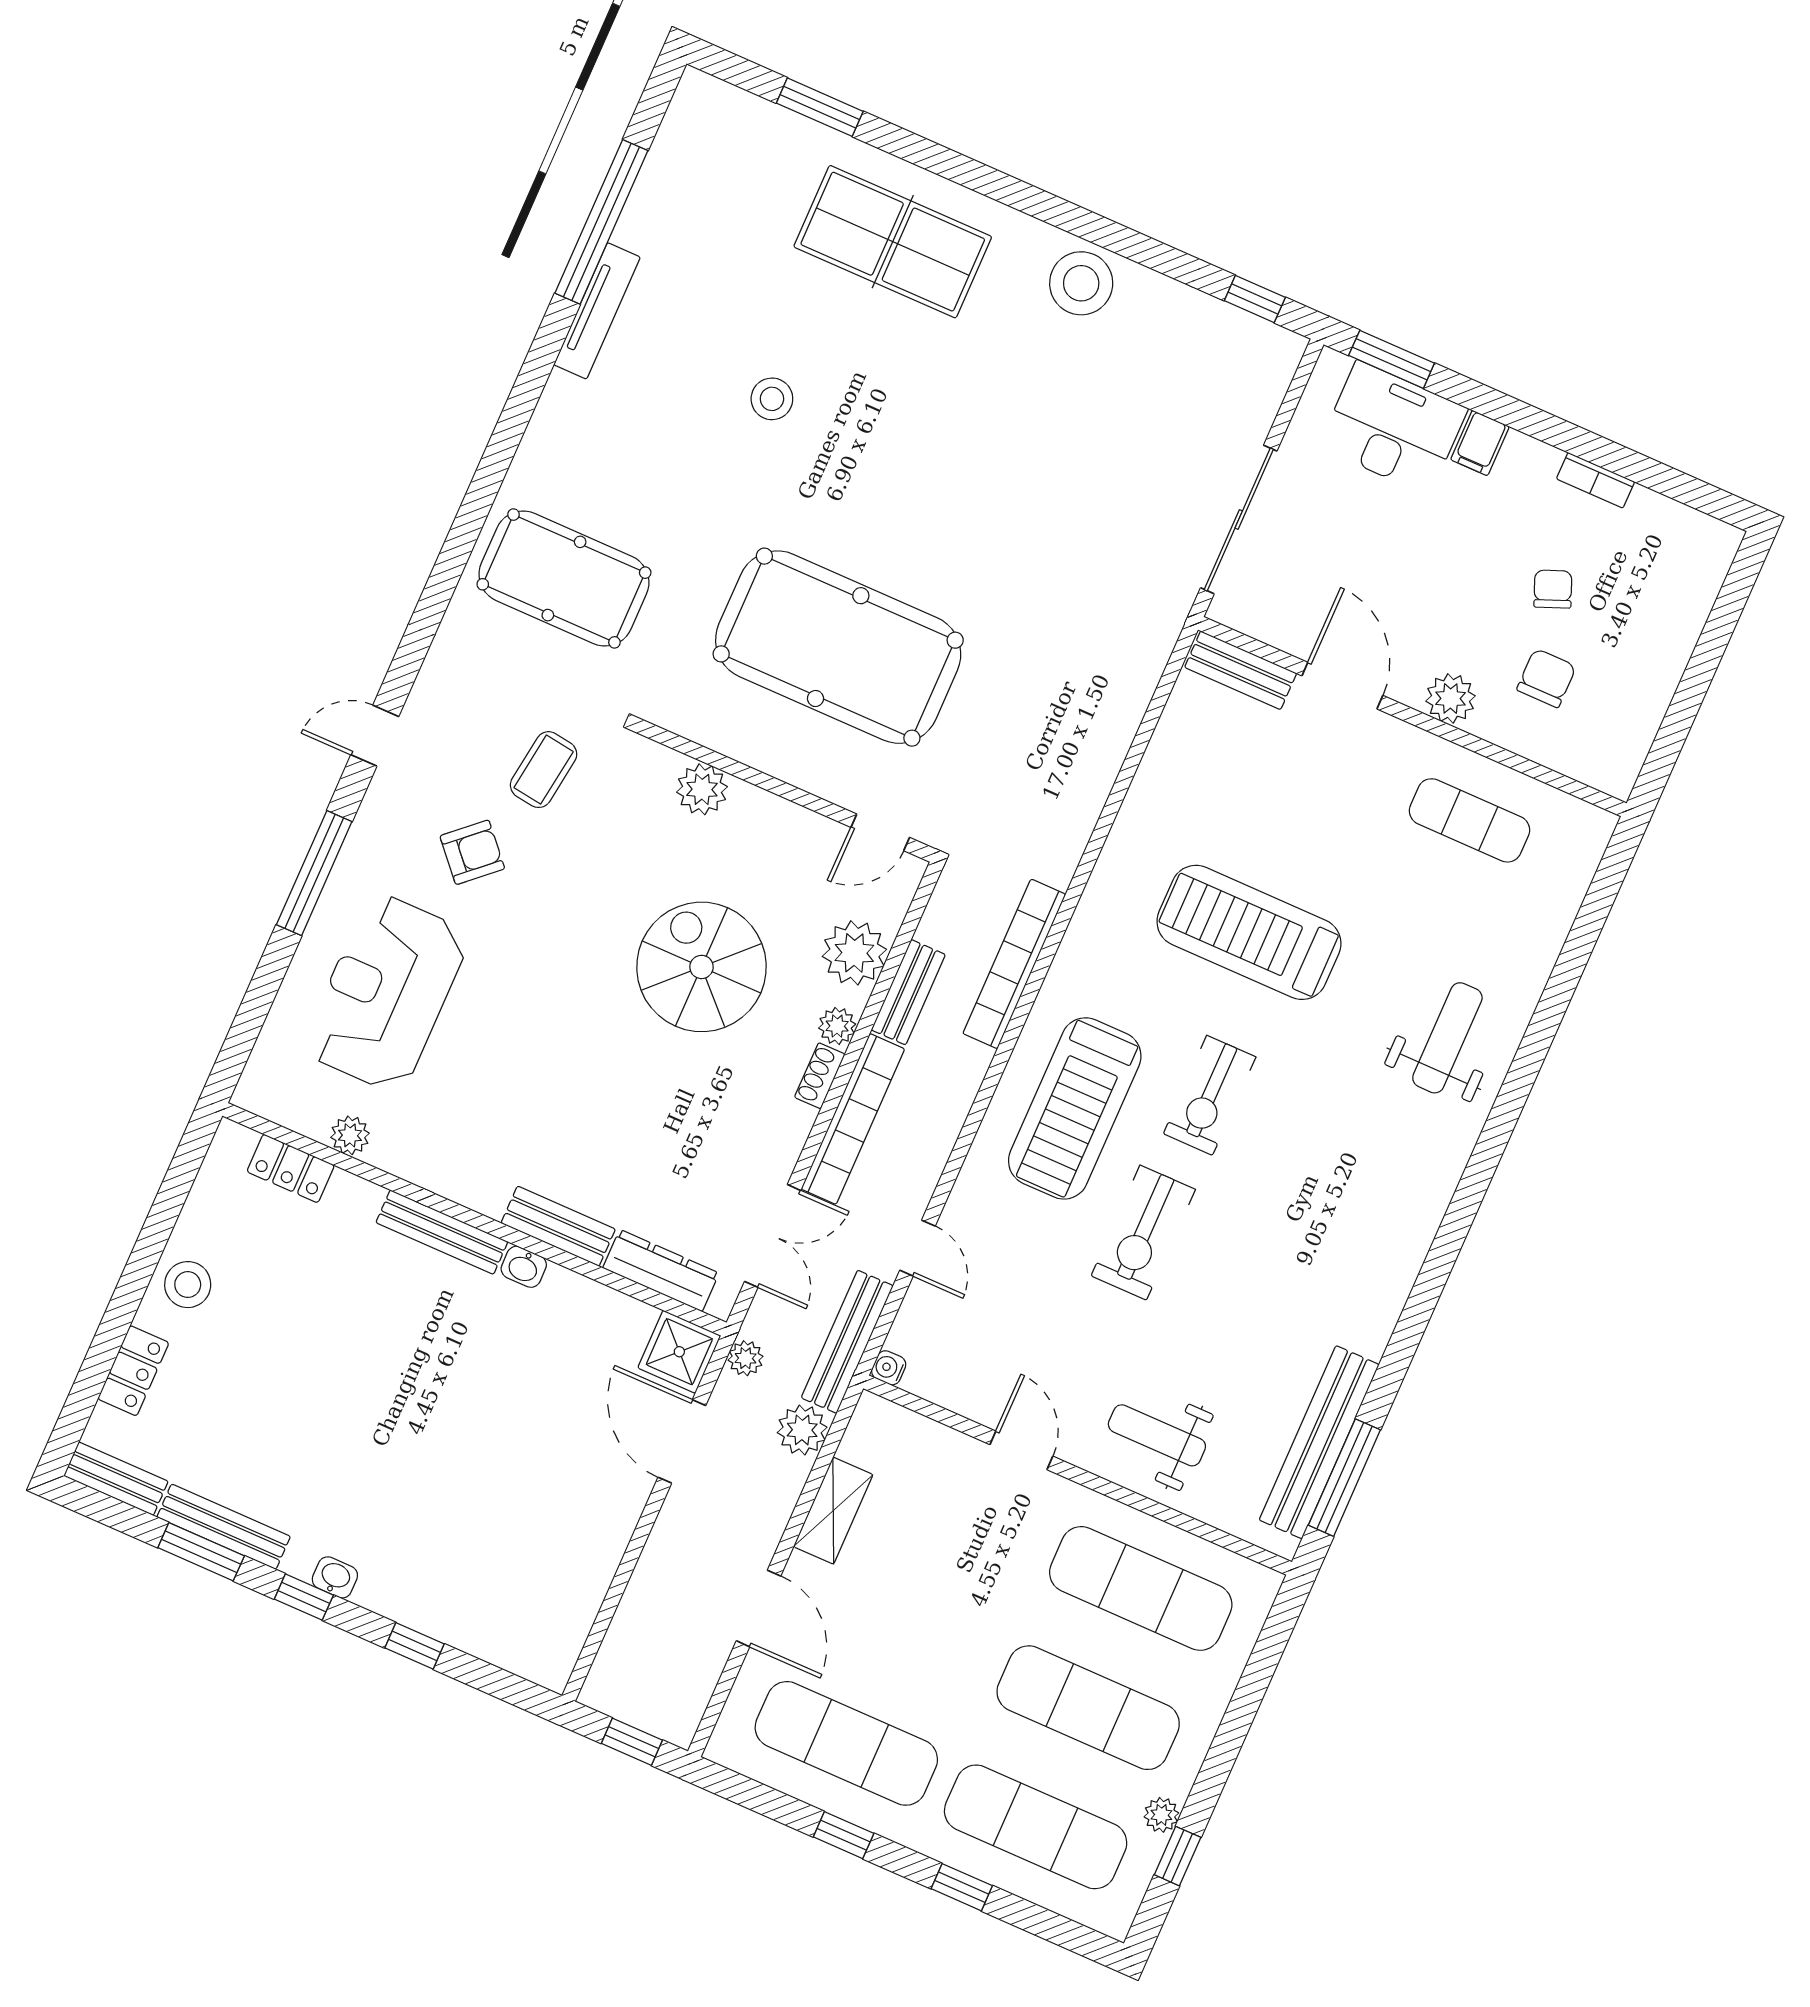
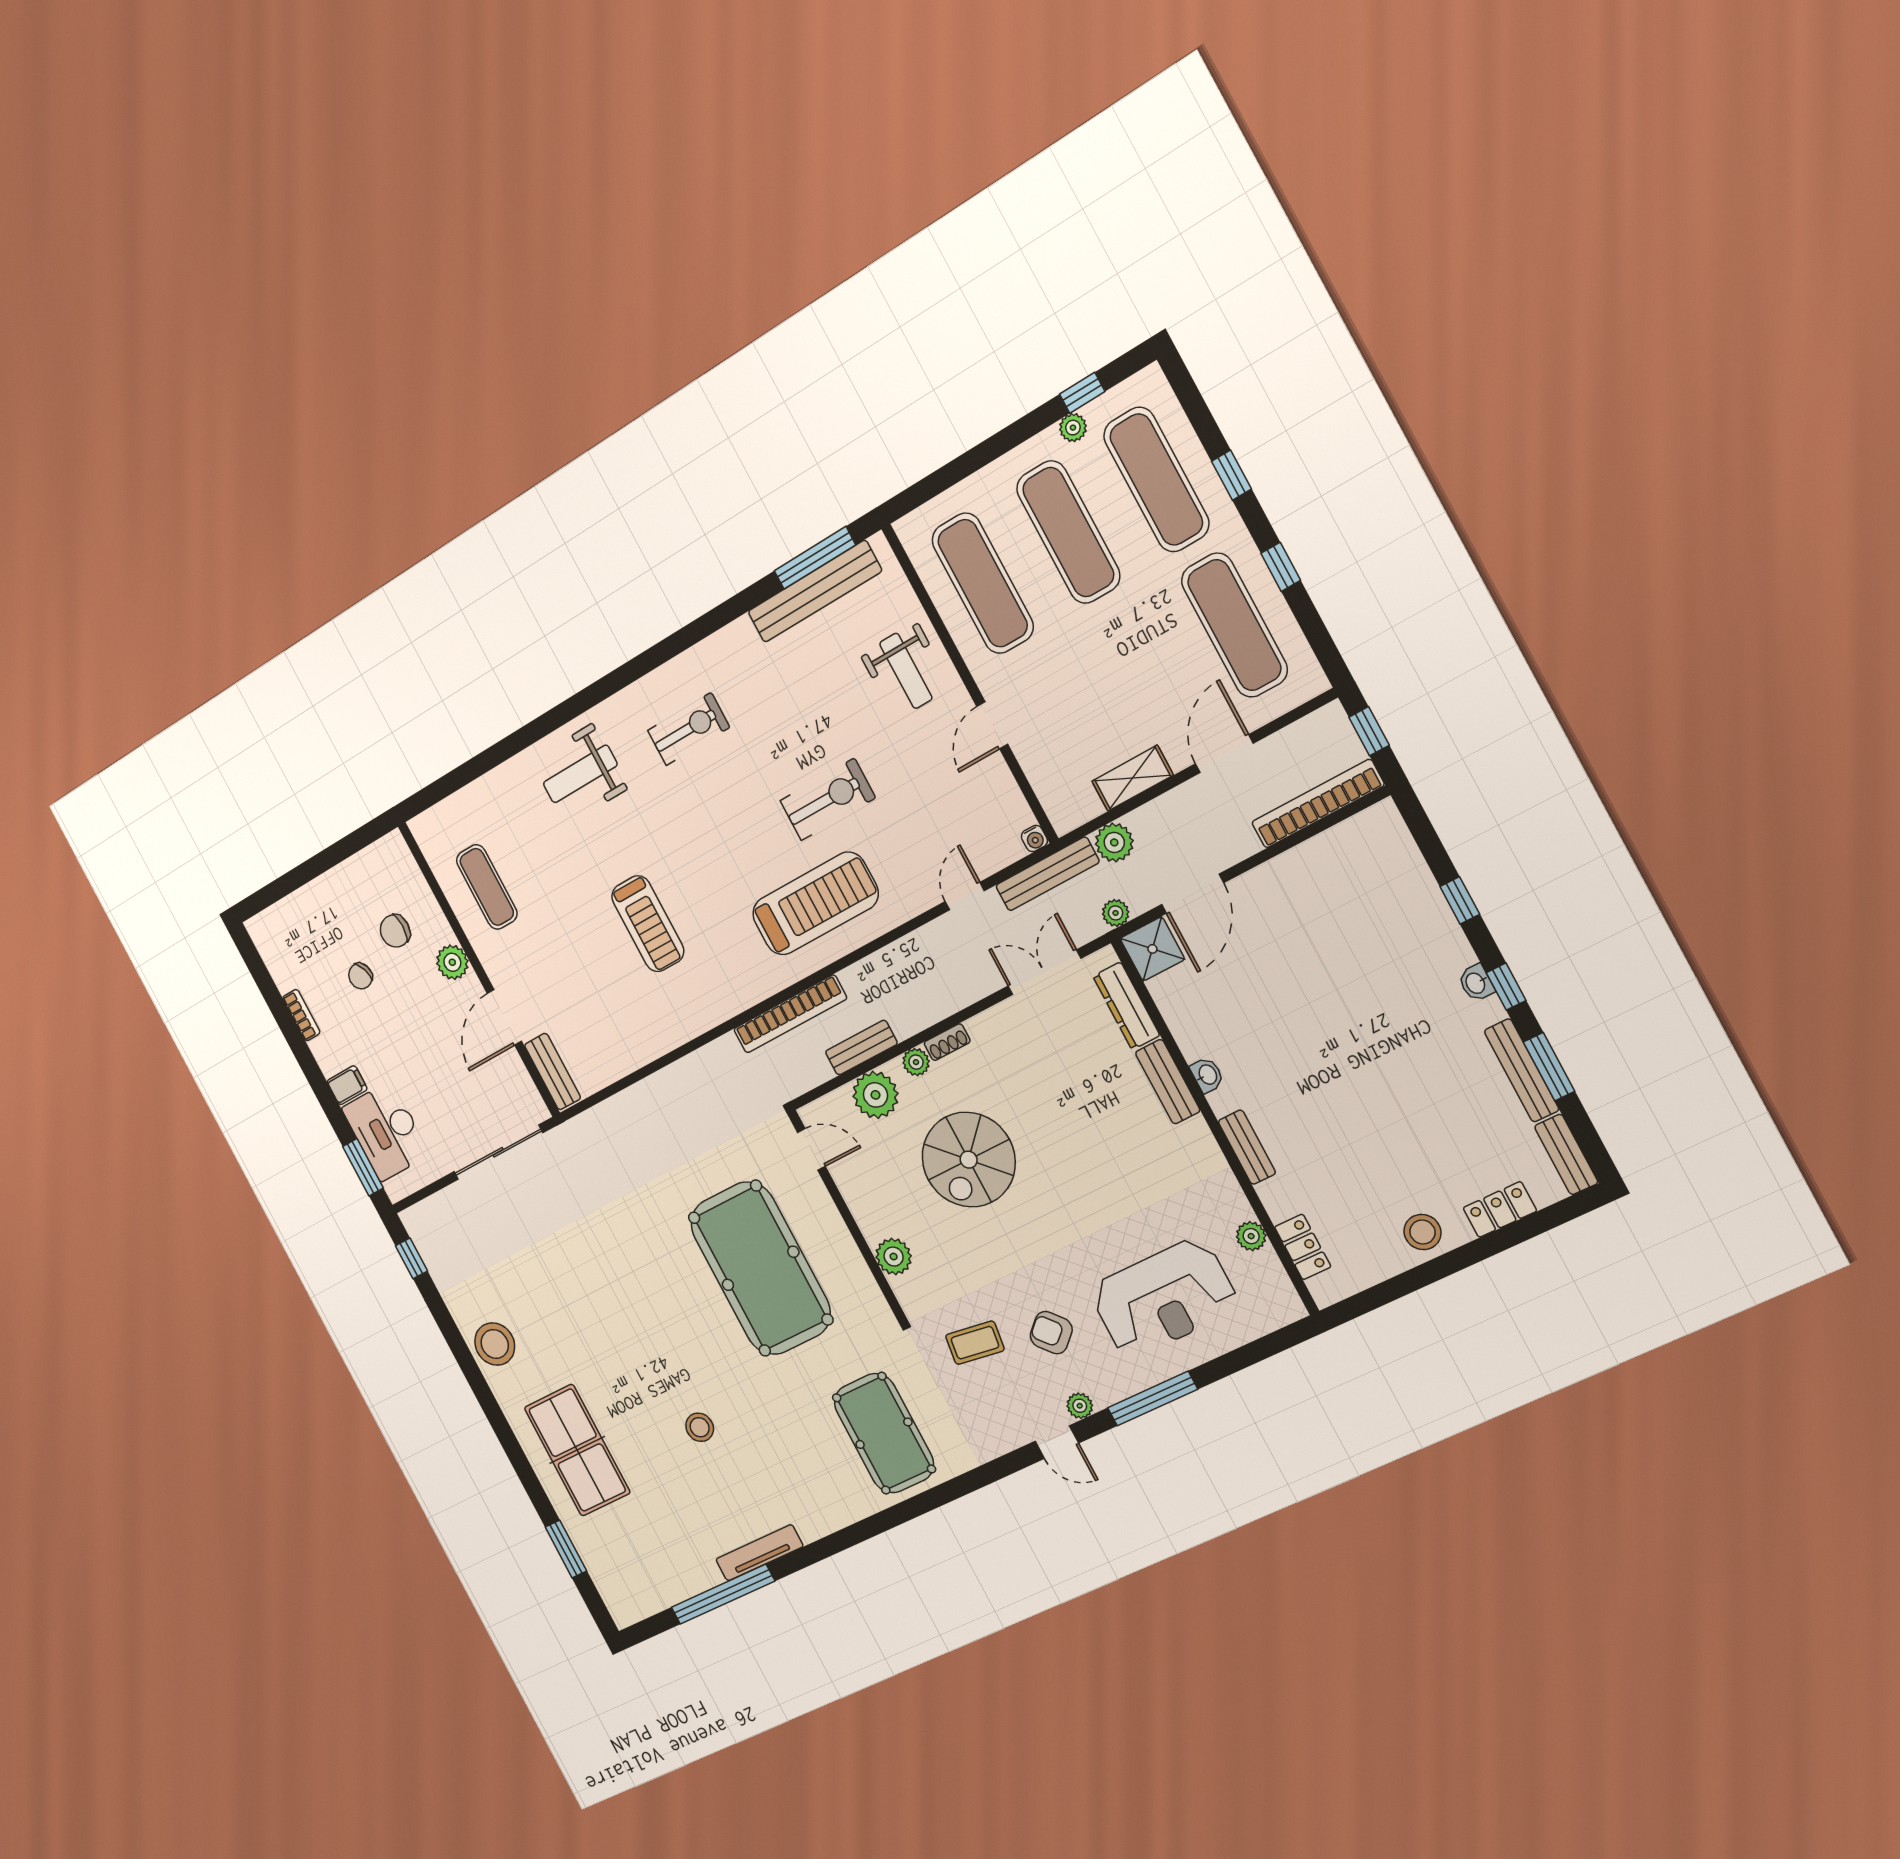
plant: (382, 798) -> (1080, 1406), added
treadmill: (1249, 932) -> (648, 924), width x0.73, depth x0.73
exercise bike: (1210, 1095) -> (689, 729), moved
bookcase: (853, 1119) -> (1318, 804), moved
bench: (442, 1232) -> (1247, 1147), width x0.73

